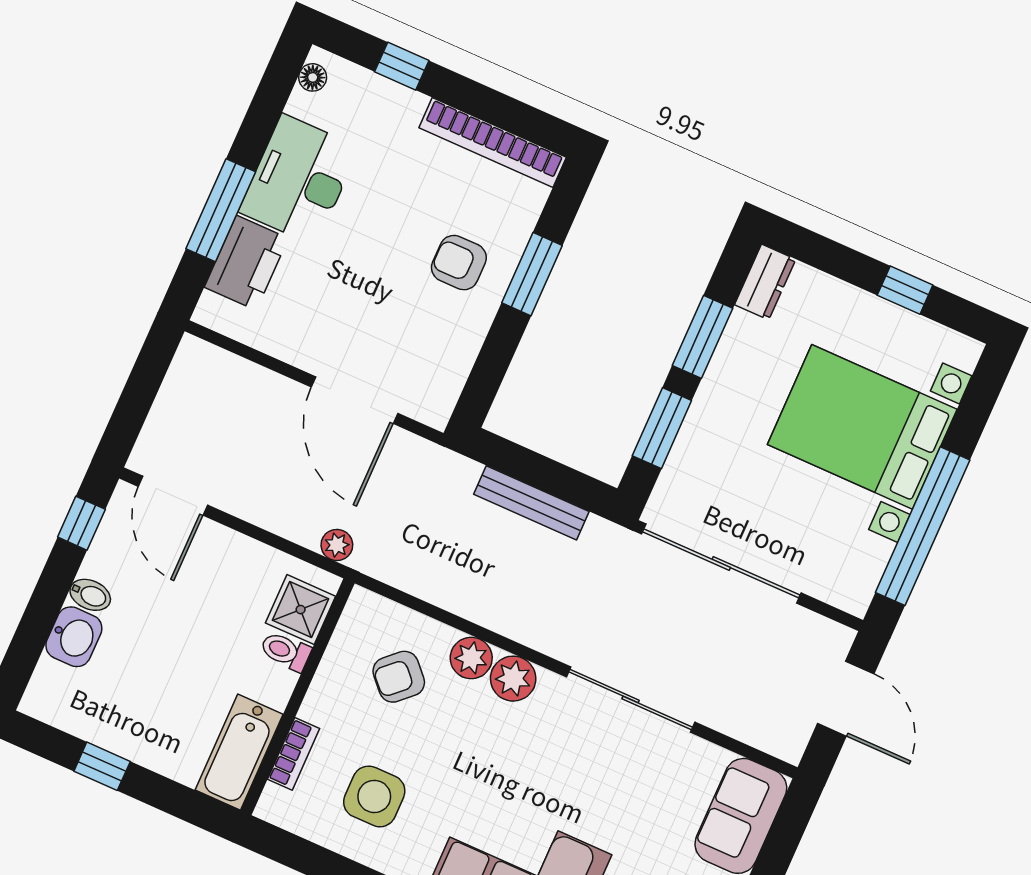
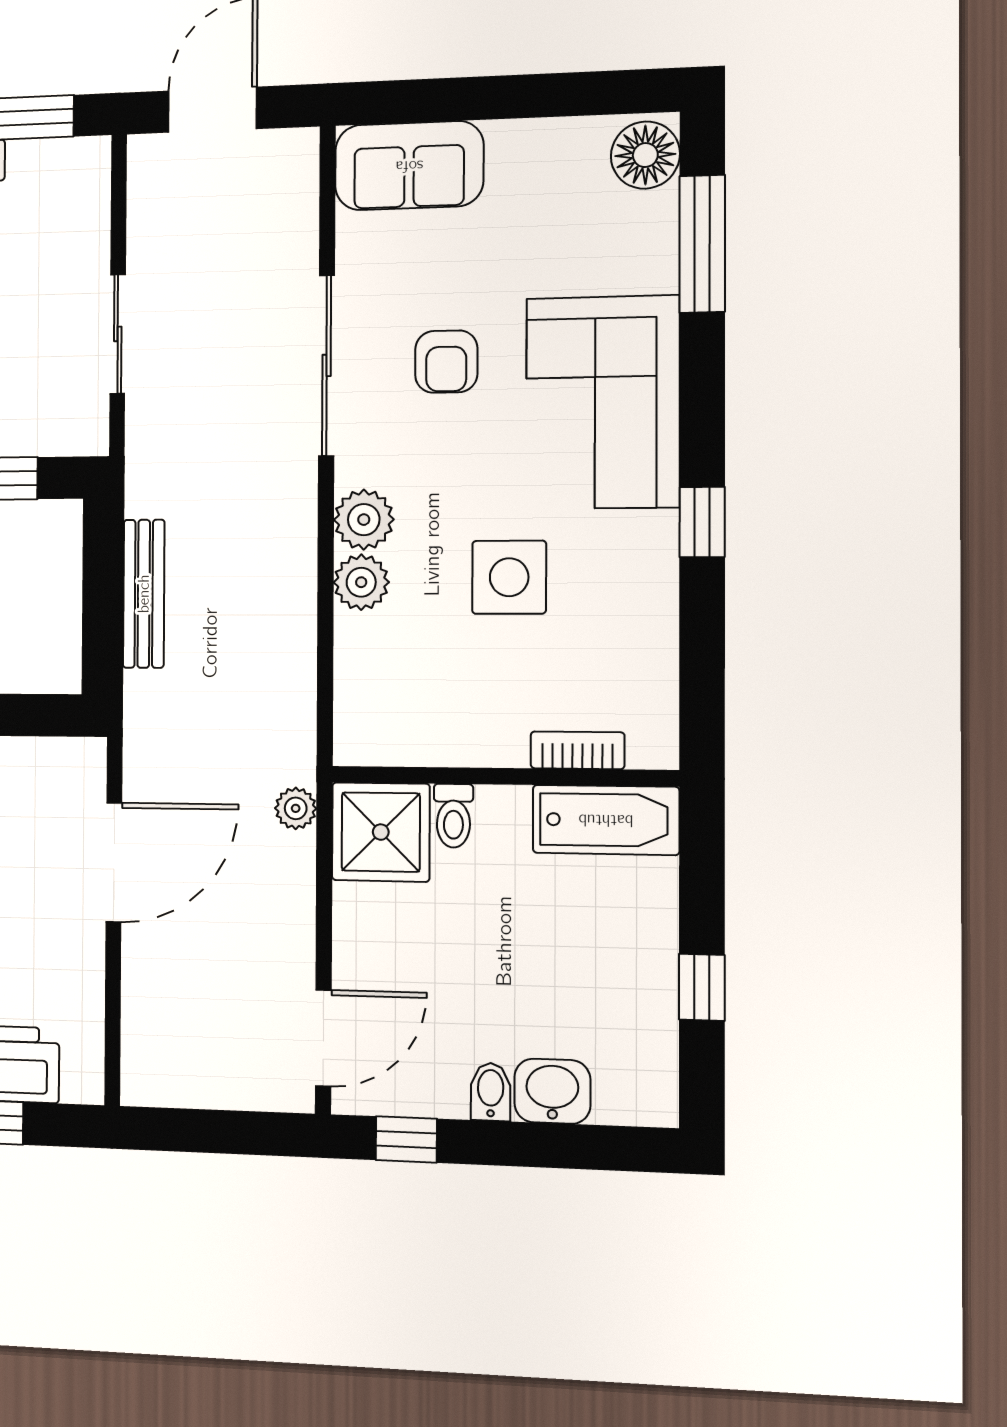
sliding door: (721, 563) -> (118, 334), width x0.54
shower: (301, 610) -> (381, 832), width x1.36, depth x1.36
armchair: (399, 677) -> (446, 362), moved, turned 43
side table: (374, 796) -> (509, 577), moved

